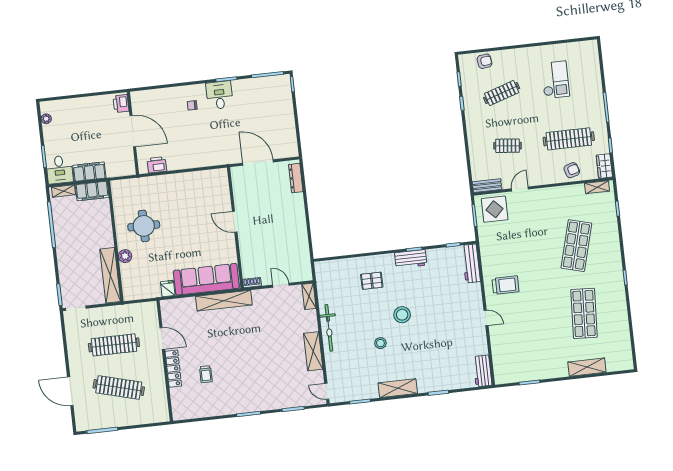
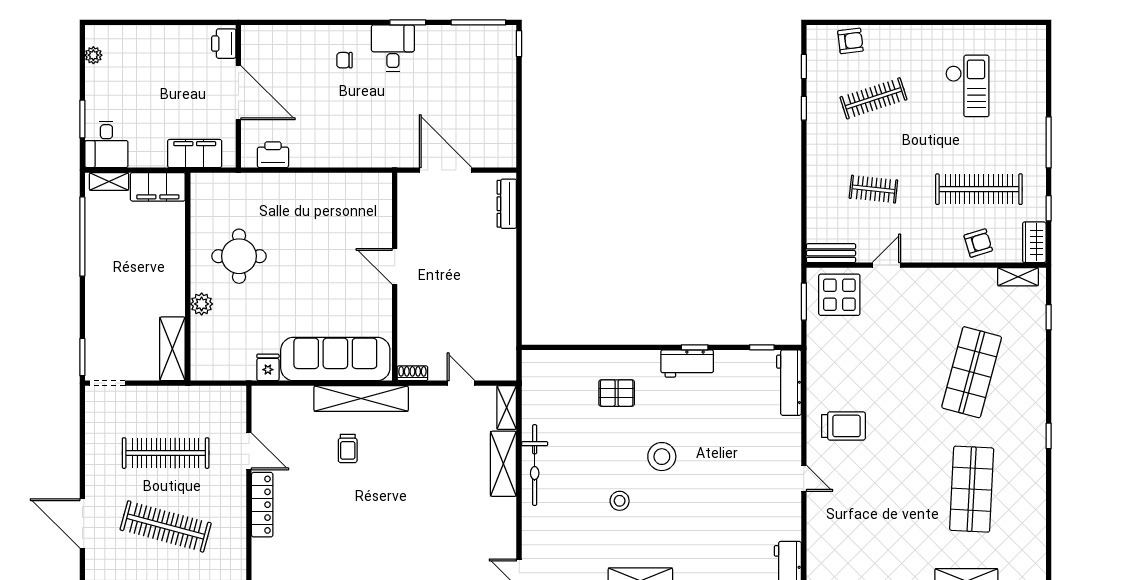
filing cabinet: (89, 172) -> (195, 154), moved
shelving: (110, 275) -> (172, 349), width x0.68
shelving: (313, 351) -> (503, 464), moved
trolley: (206, 374) -> (348, 448), moved

